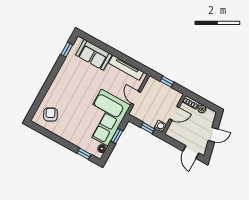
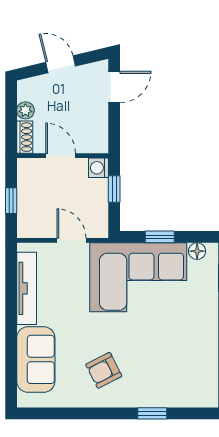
window: (67, 50) -> (152, 413), moved
door: (136, 98) -> (71, 240), swing flipped
armchair: (50, 114) -> (104, 370), moved

